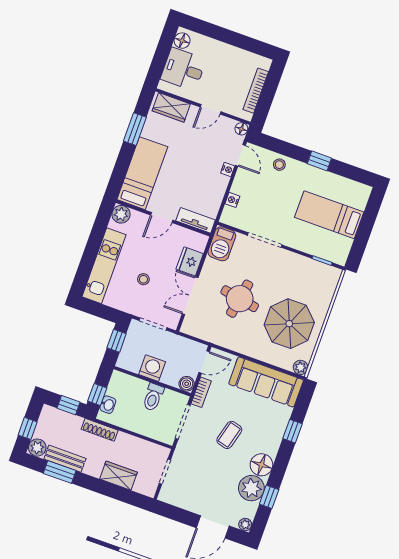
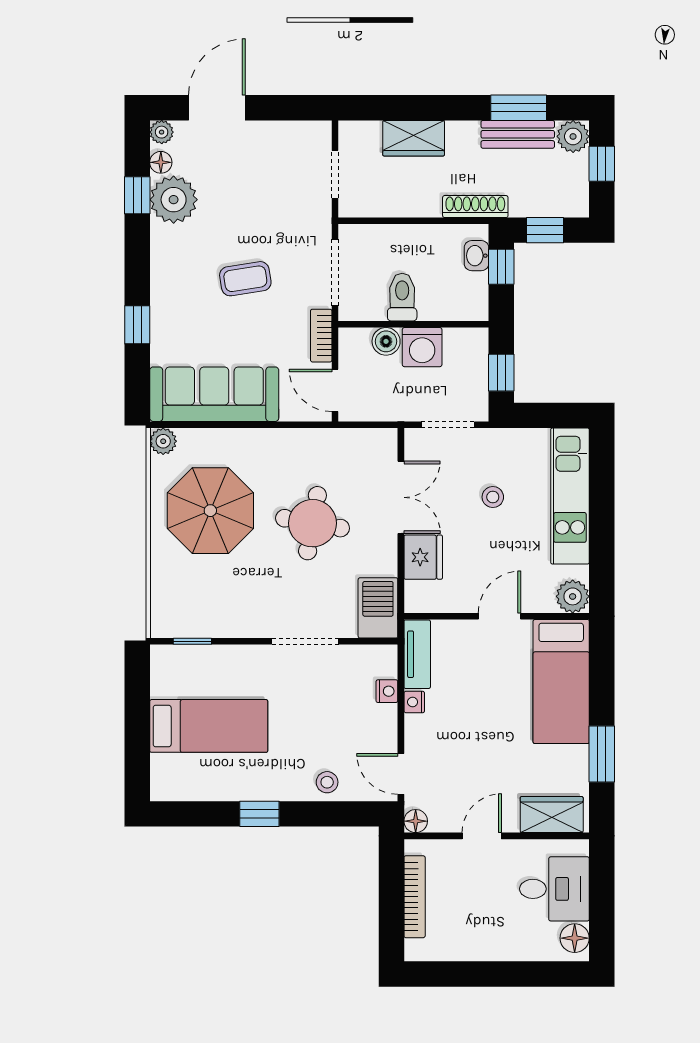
nightstand: (228, 169) -> (414, 702), moved
tv unit: (196, 220) -> (417, 654), moved, turned -90
door: (204, 362) -> (335, 390), hinge flipped
boiler: (187, 384) -> (386, 341), moved
coffee table: (229, 435) -> (245, 279), turned 66
floor lamp: (261, 465) -> (161, 162), moved, width x0.53, depth x0.53

